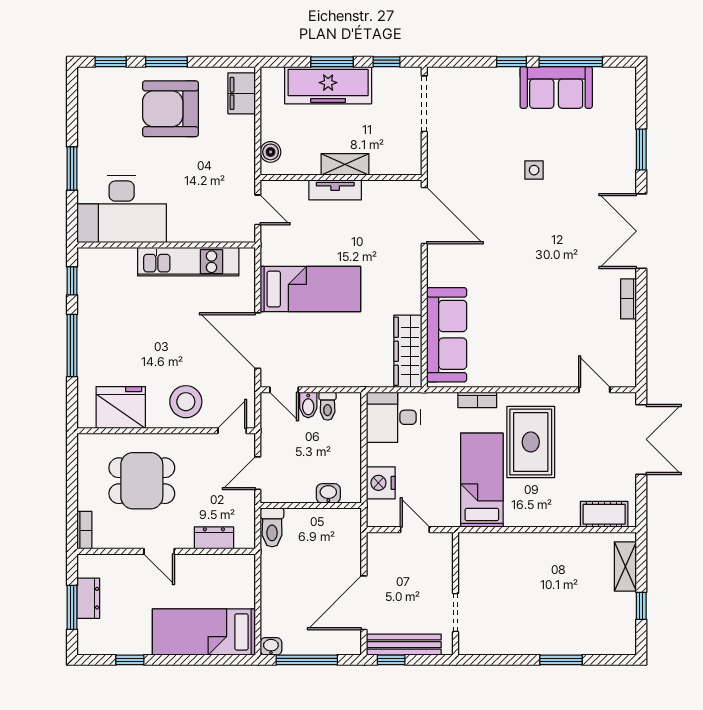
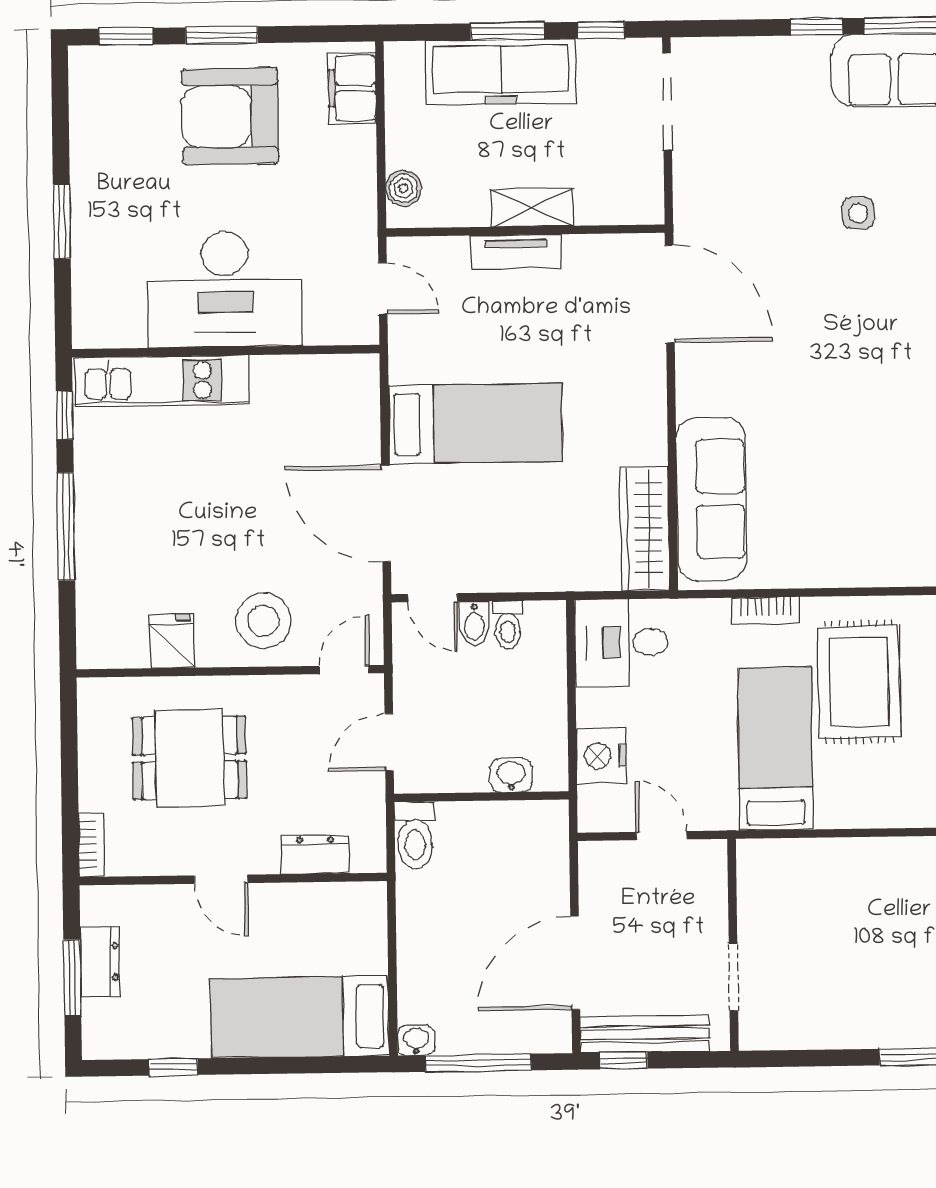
desk: (122, 209) -> (225, 289), moved
kitchen unit: (188, 262) -> (162, 381), moved
fridge: (121, 407) -> (172, 641), width x0.53, depth x0.75

